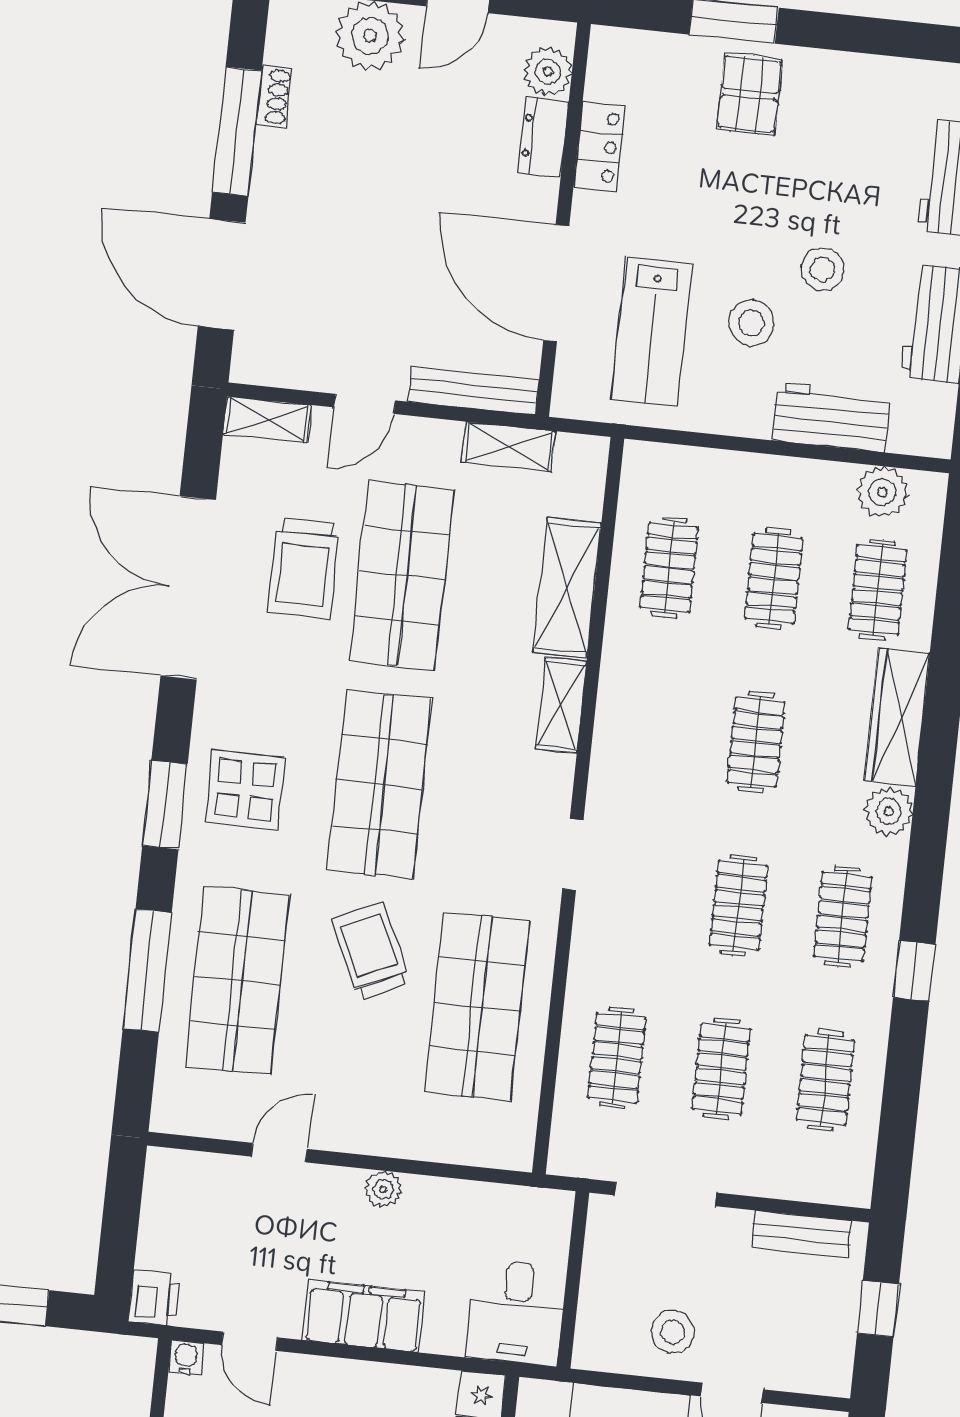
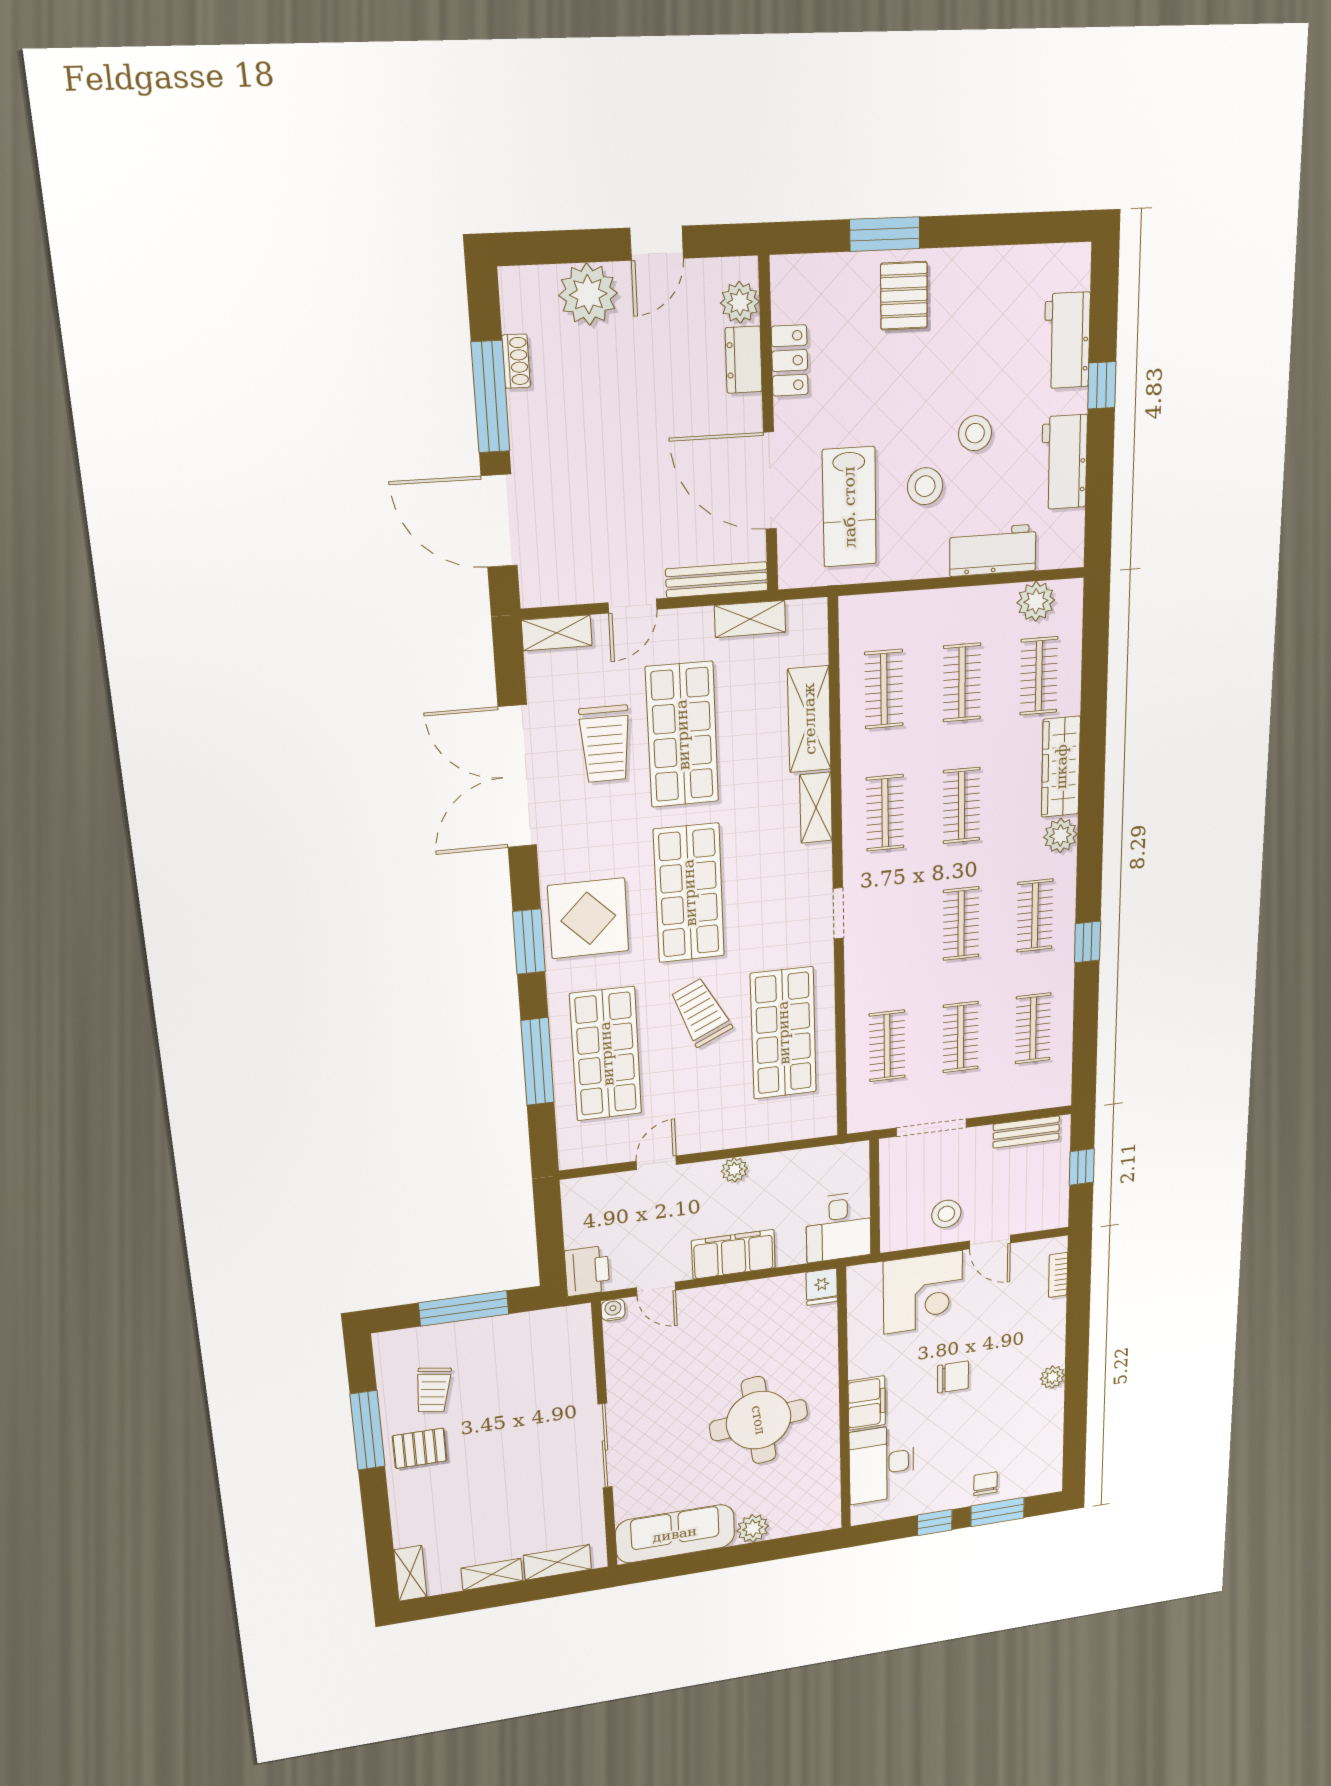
clothes rail: (652, 731) -> (885, 813), added
display table: (245, 790) -> (588, 918), width x1.36, depth x1.36
printer: (154, 1298) -> (587, 1271), width x1.36, depth x1.24

